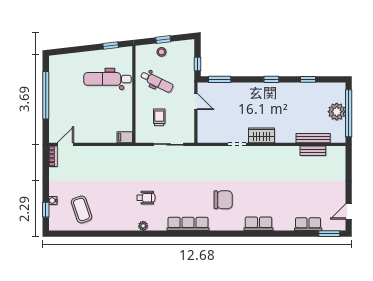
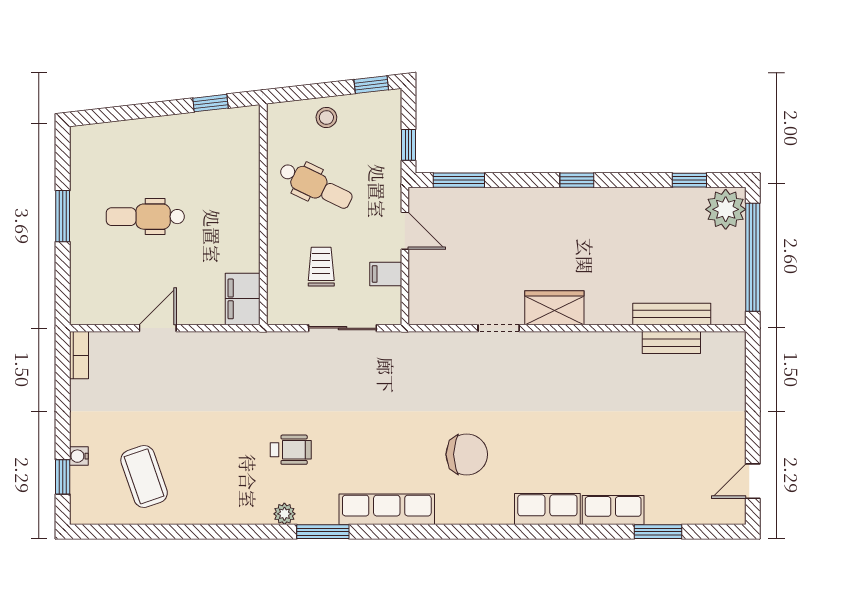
window: (163, 40) -> (371, 85), moved
dental chair: (107, 79) -> (145, 217), moved, width x0.73, depth x0.72
window: (308, 79) -> (689, 180), moved
window: (46, 95) -> (63, 216), width x0.47
plant: (337, 112) -> (726, 209), moved
filing cabinet: (188, 121) -> (386, 274), added
filing cabinet: (125, 137) -> (243, 299), width x2.00
door: (65, 144) -> (158, 328), moved
row of seats: (308, 224) -> (613, 510), moved
window: (160, 234) -> (323, 532), added
window: (329, 234) -> (658, 532), moved

